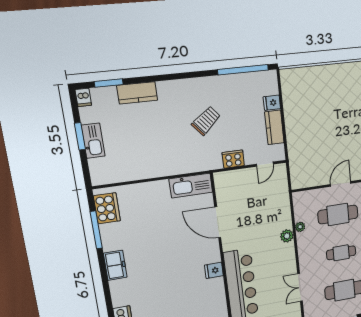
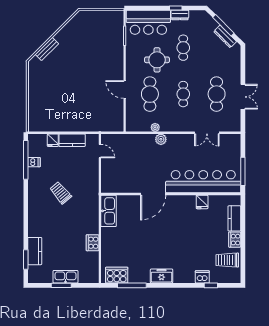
kitchen counter: (137, 93) -> (35, 251), moved
dishwasher: (83, 97) -> (34, 162), moved
cooker: (233, 159) -> (93, 243), moved
door: (218, 222) -> (153, 194), moved
fridge: (214, 270) -> (202, 202), moved

